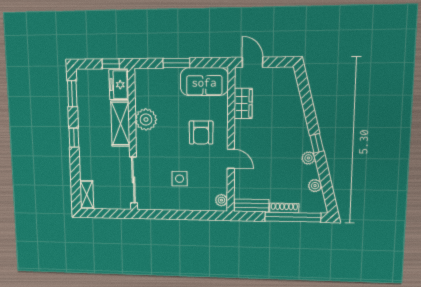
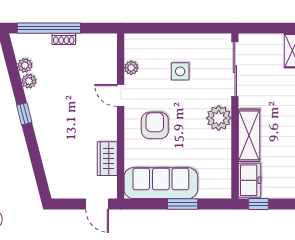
sofa: (204, 82) -> (161, 183), width x1.36
plant: (146, 120) -> (219, 118), moved
plant: (308, 158) -> (29, 81), moved
plant: (221, 200) -> (131, 68), moved
bench: (251, 206) -> (96, 41), removed
shoe rack: (284, 208) -> (64, 39), width x0.70

